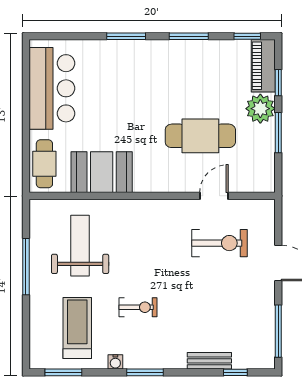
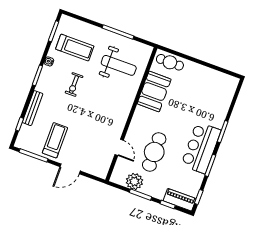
bar counter: (52, 88) -> (201, 148), moved, turned 90
plant: (260, 109) -> (134, 181), moved
exercise bike: (219, 243) -> (93, 141), removed
treadmill: (240, 305) -> (55, 140), added
bench: (209, 361) -> (33, 108), width x1.36

